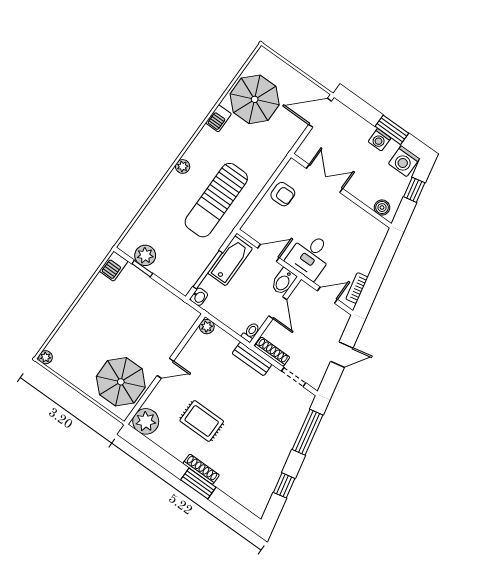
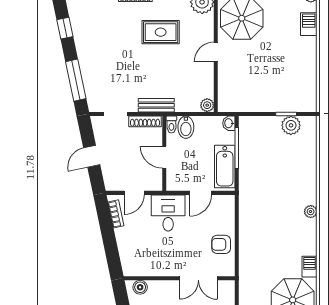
sun lounger: (216, 200) -> (268, 204), removed
barbecue: (114, 266) -> (309, 24), moved
bidet: (284, 282) -> (186, 127), moved, turned 180

